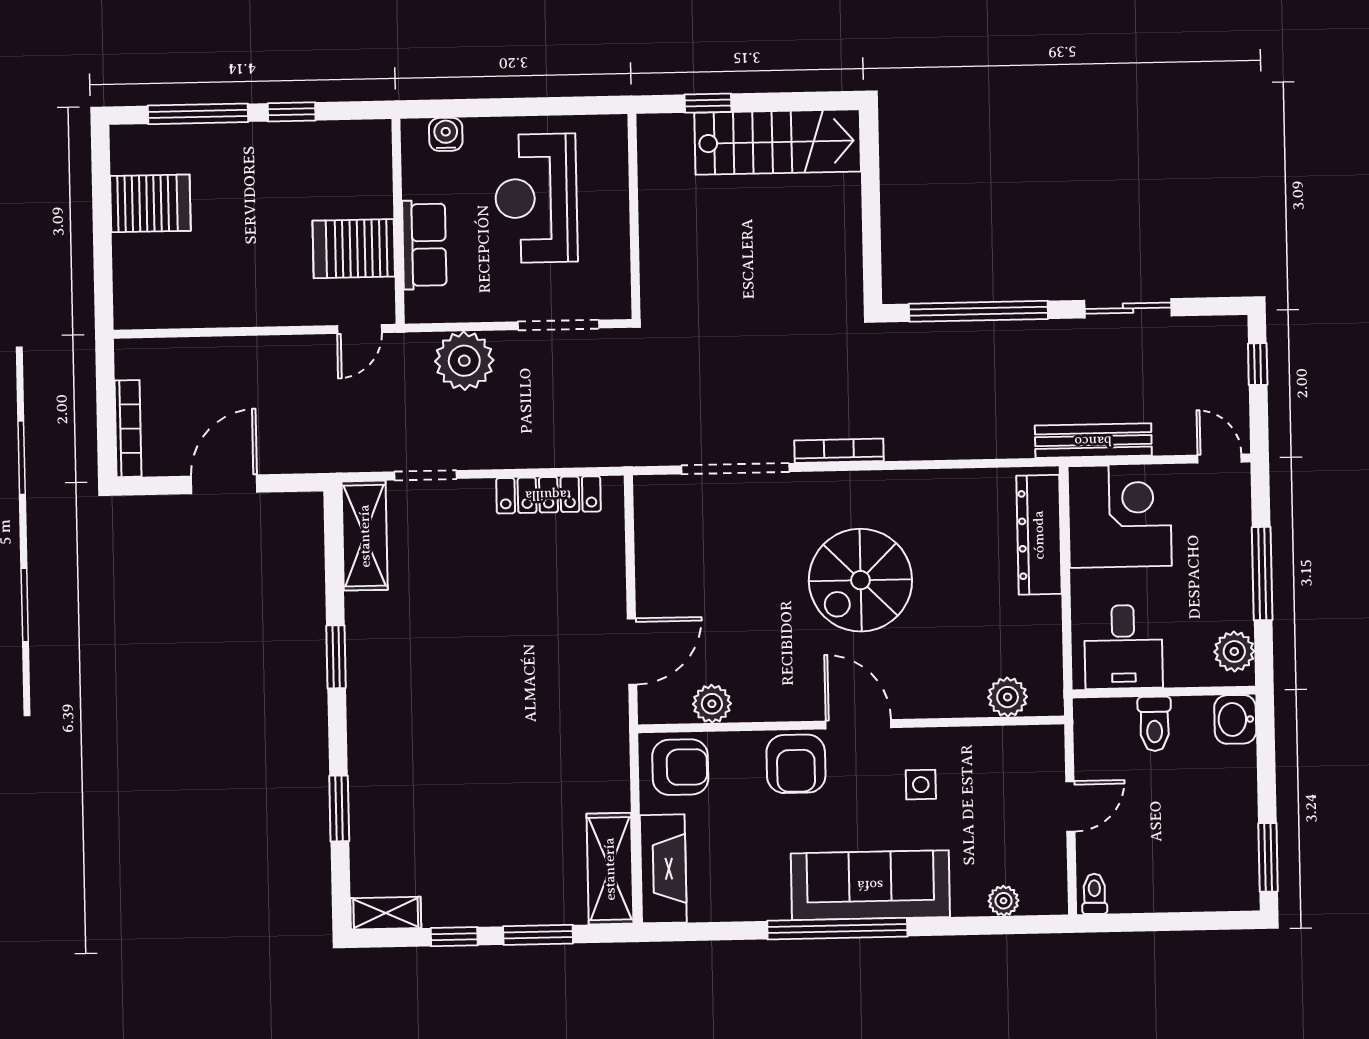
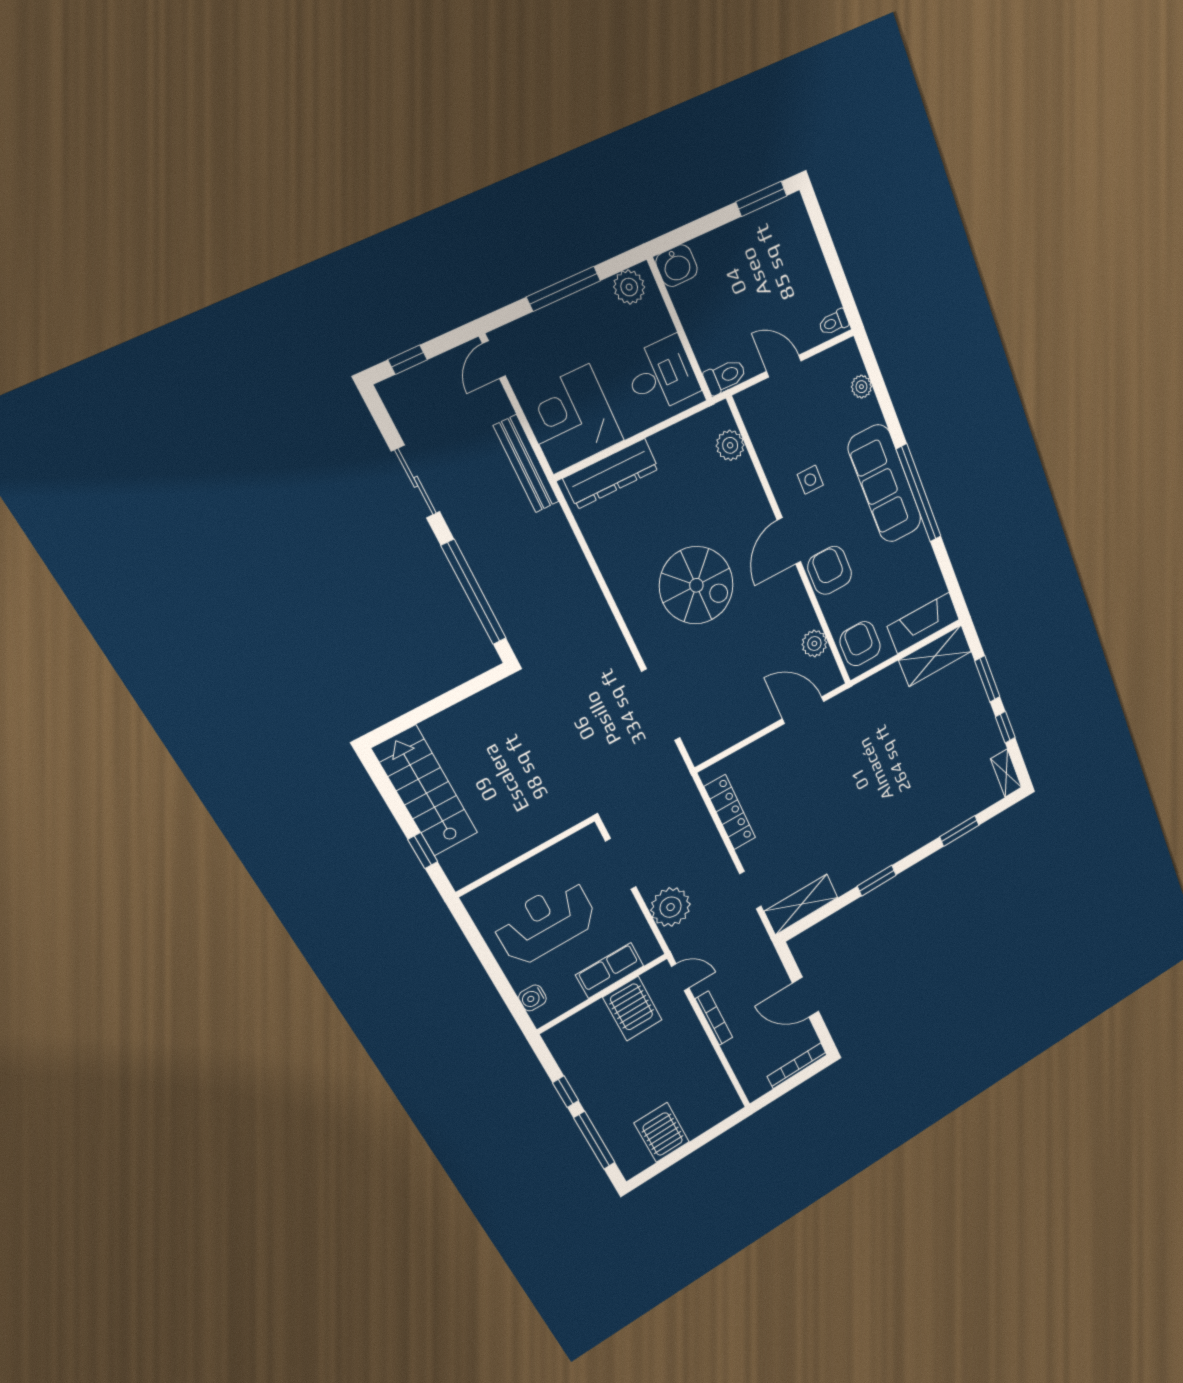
reception desk: (536, 198) -> (546, 922), turned 180
bookcase: (839, 451) -> (714, 1018), moved, turned 180
toilet: (1154, 724) -> (725, 376), moved
armchair: (796, 764) -> (830, 570), turned -90

